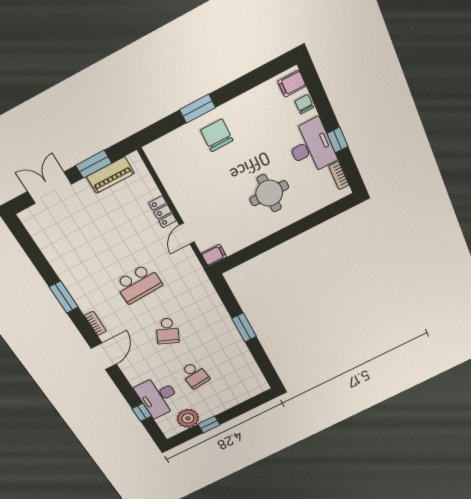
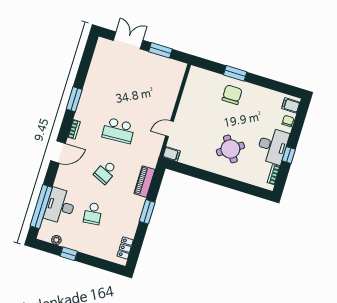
piano: (111, 175) -> (144, 182), moved, turned 90
round table: (269, 193) -> (230, 149), turned -34
locker: (163, 212) -> (125, 248), moved
window: (142, 412) -> (41, 207), width x3.17
plant: (188, 418) -> (56, 240), width x0.53, depth x0.53

